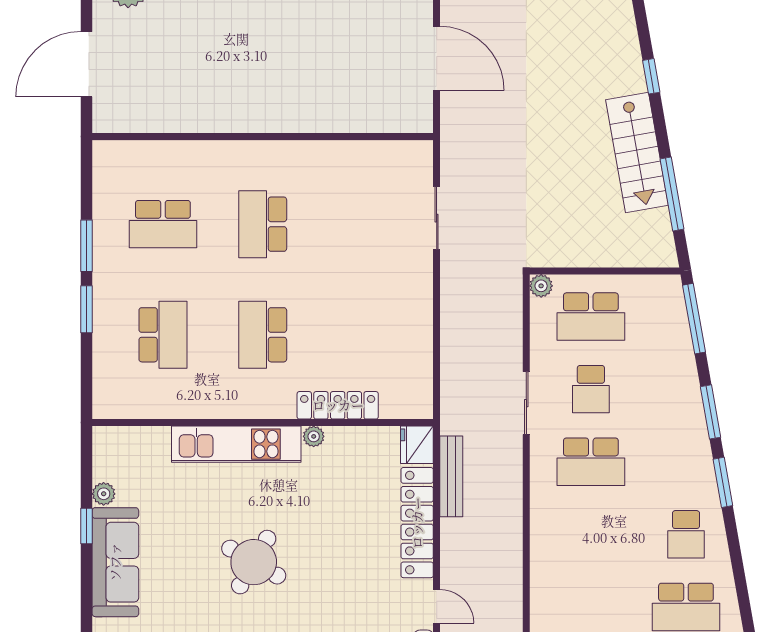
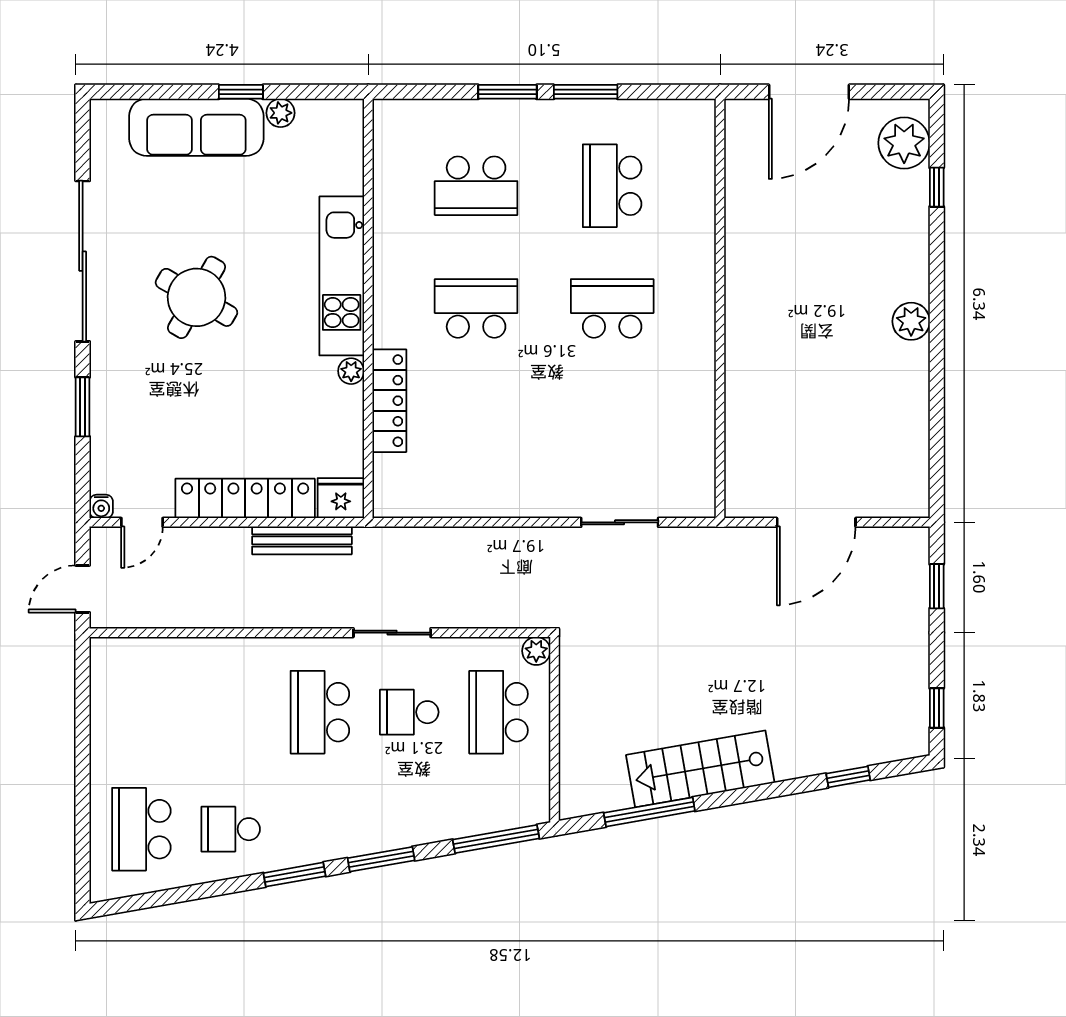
door: (87, 64) -> (809, 92), swing flipped
window: (651, 76) -> (848, 777), moved

